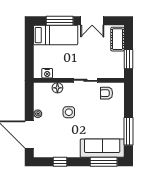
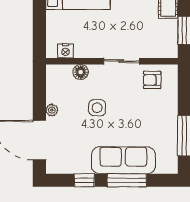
sofa: (102, 148) -> (123, 160), moved
window: (104, 162) -> (127, 180), moved

